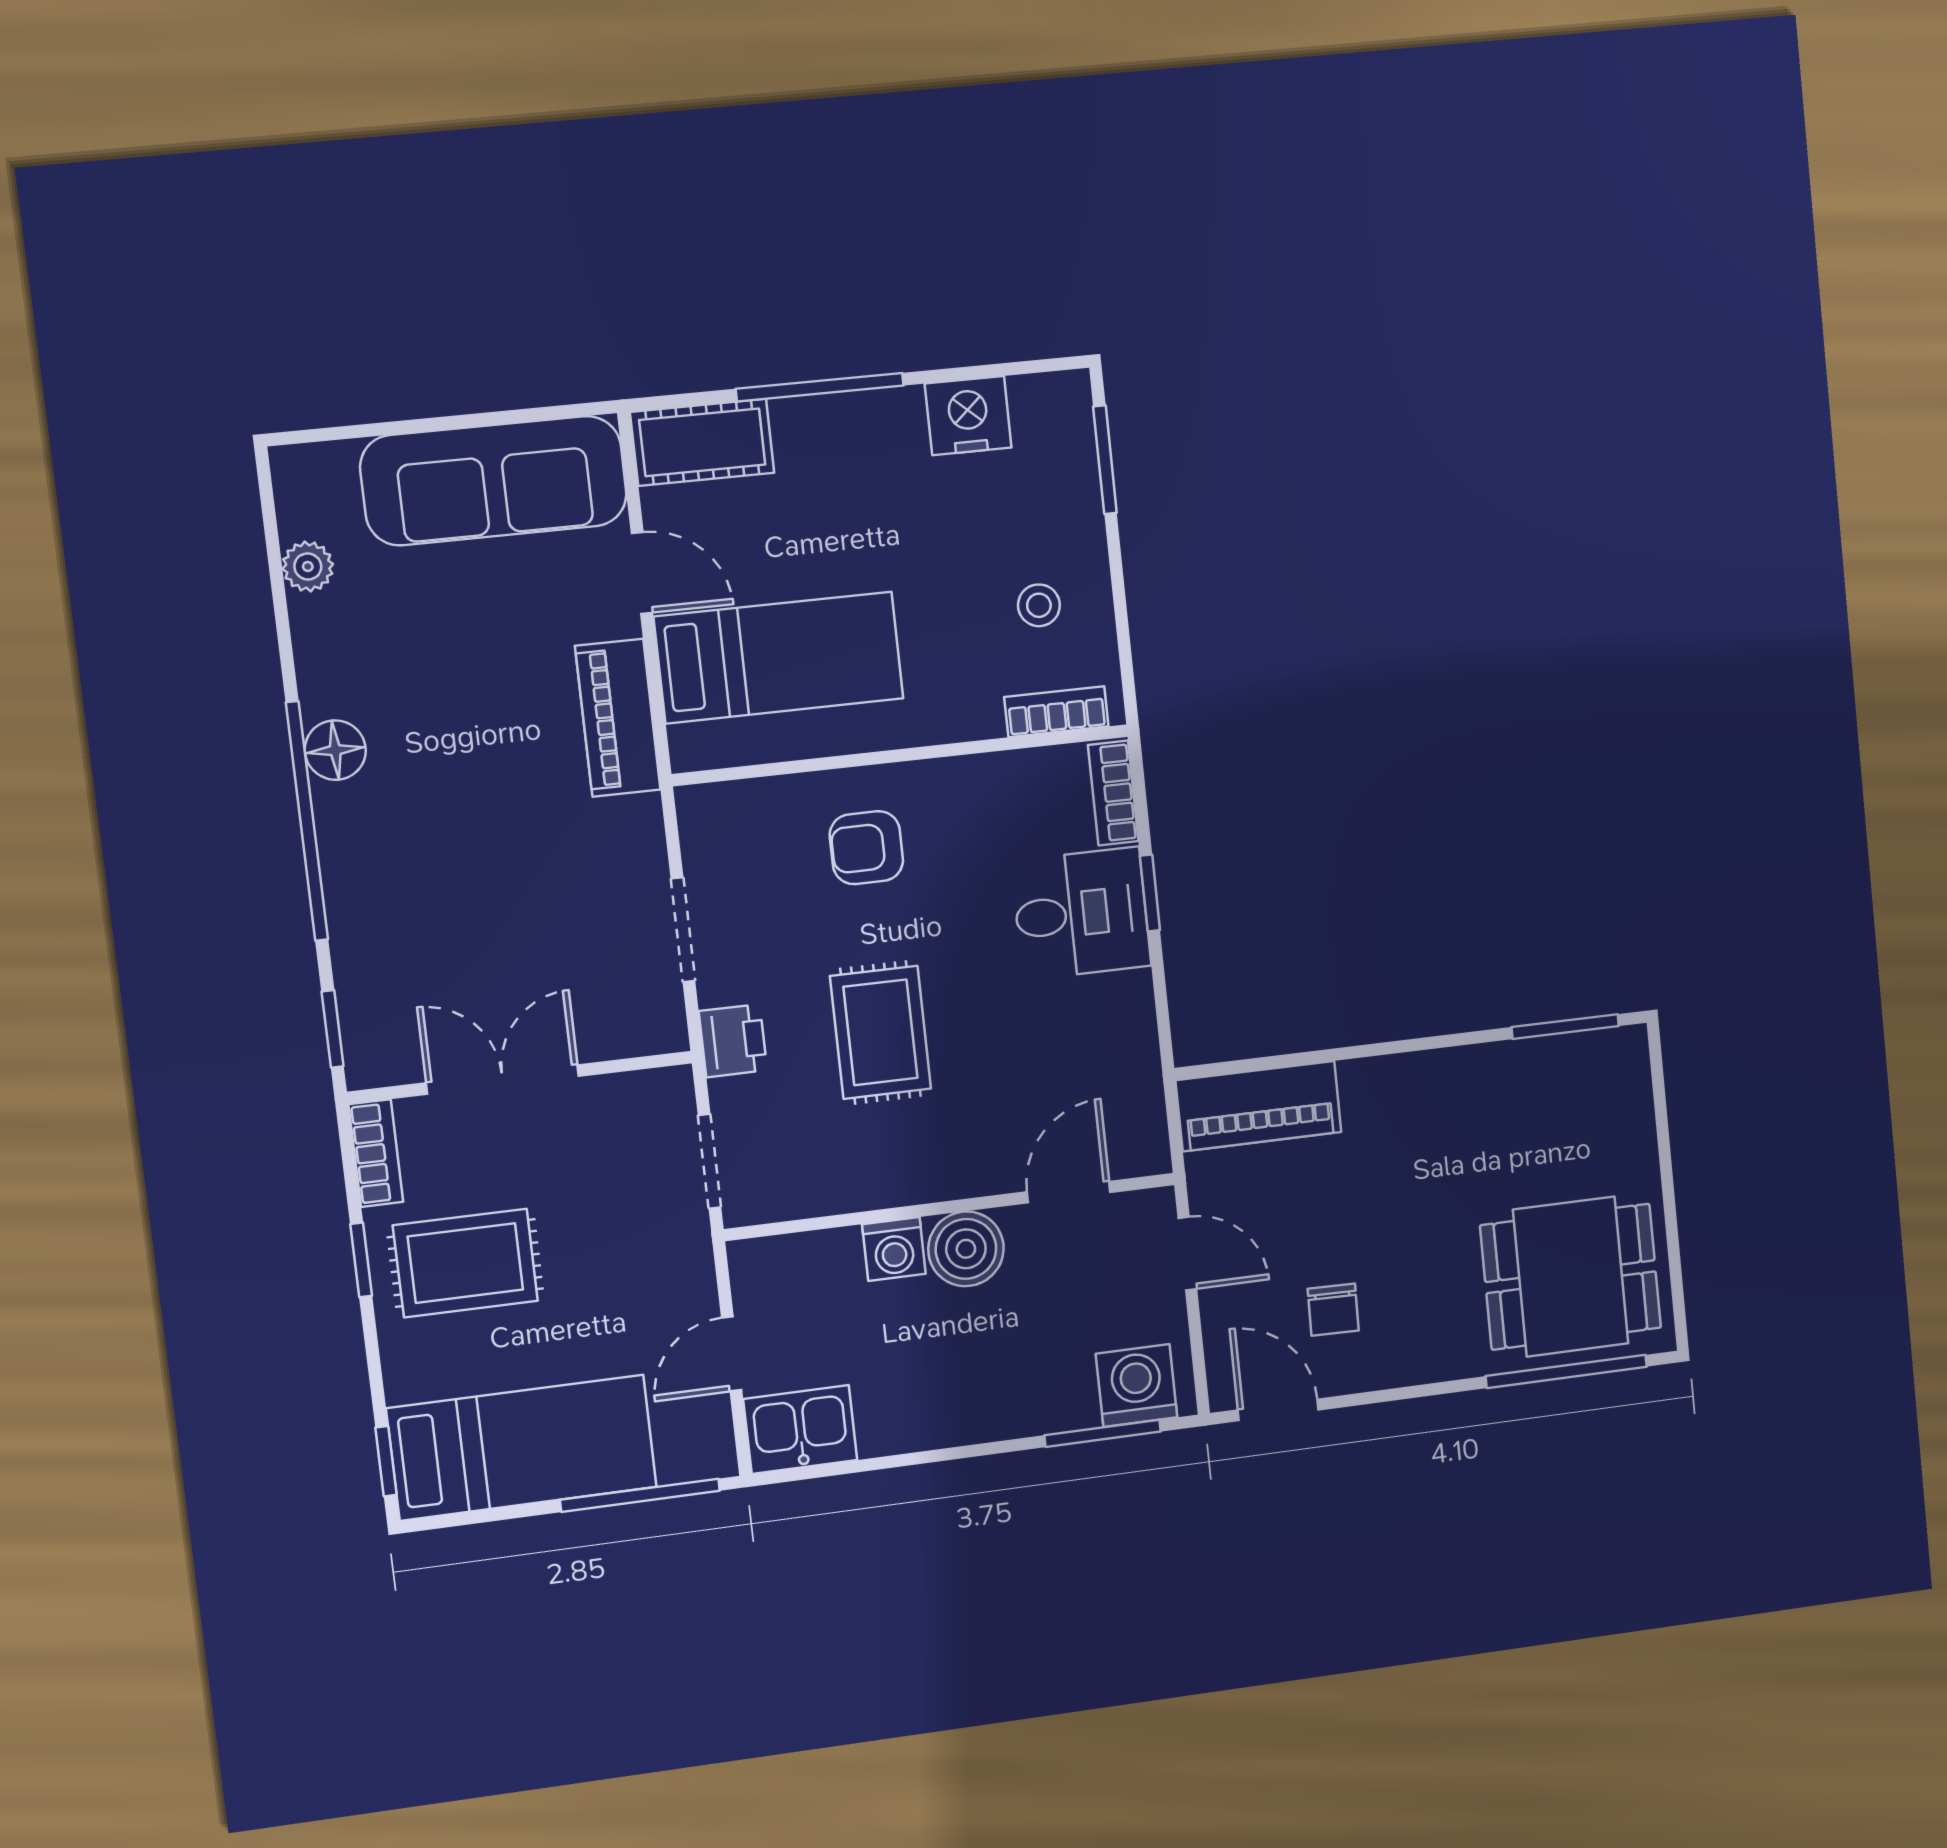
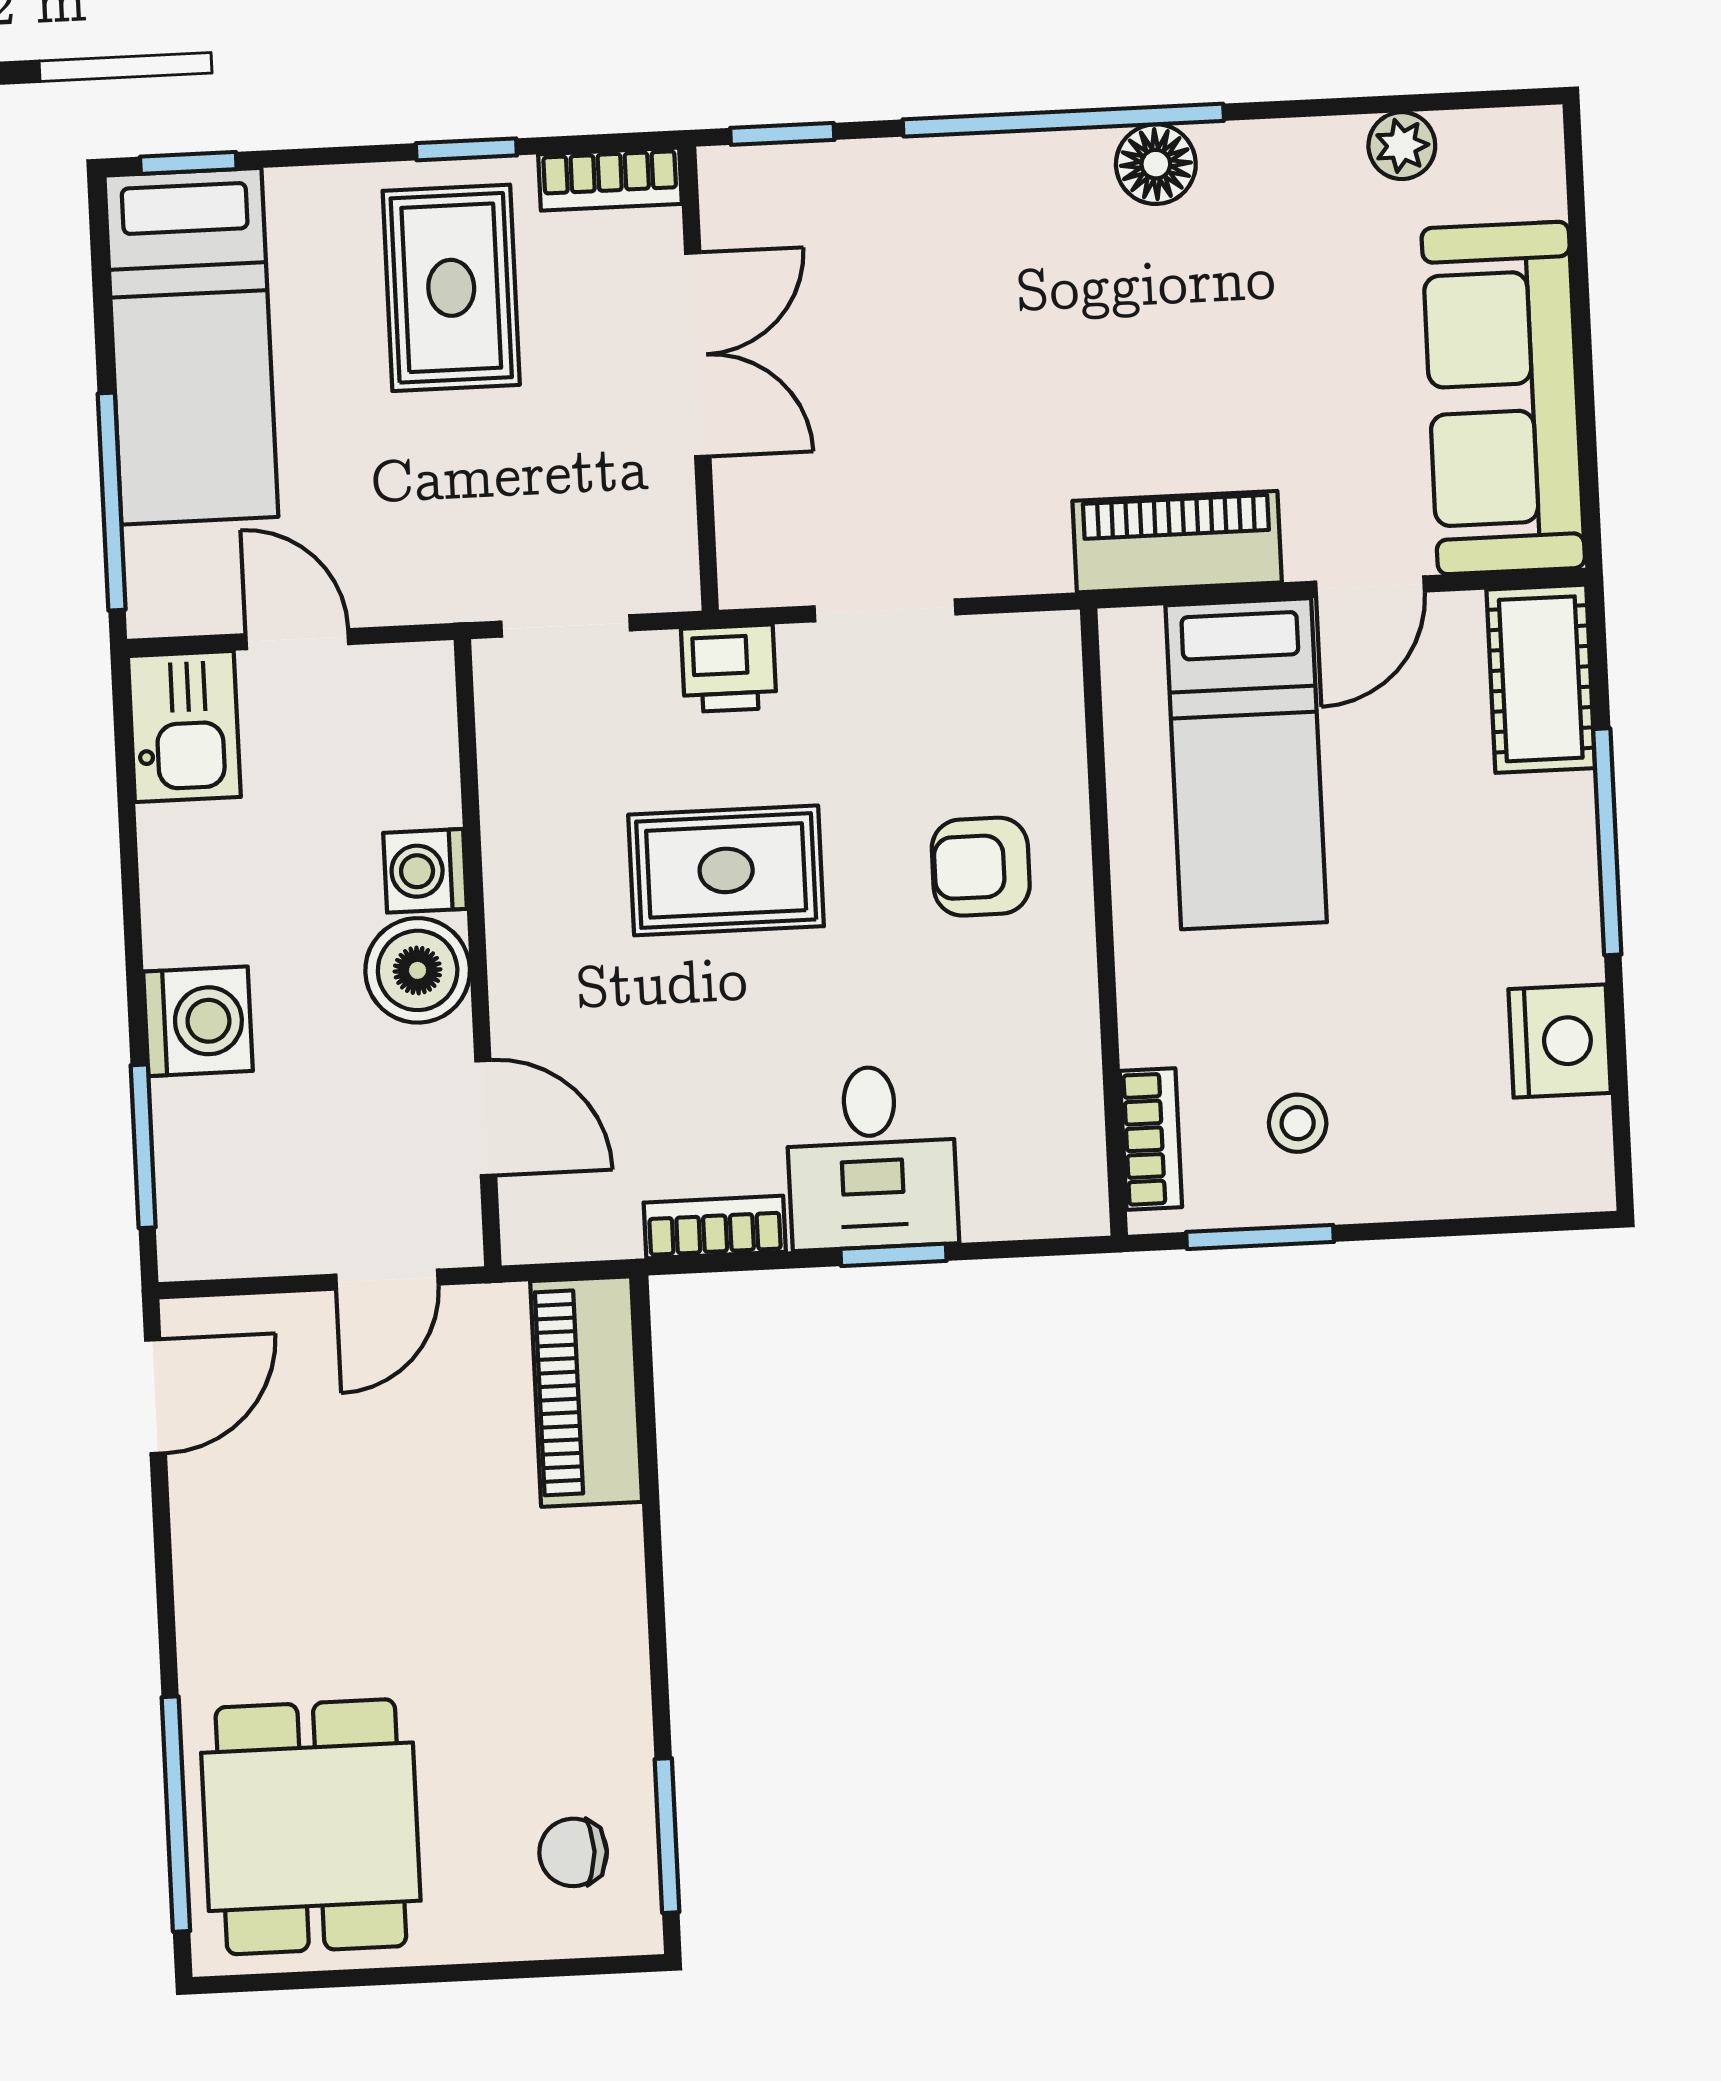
window: (1105, 460) -> (1260, 1237), moved
bookcase: (1113, 793) -> (715, 1227), moved
armchair: (866, 848) -> (981, 867), turned -90
chair: (1333, 1310) -> (573, 1852), moved
washing machine: (1137, 1386) -> (198, 1021), moved

